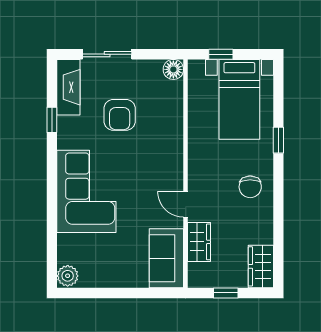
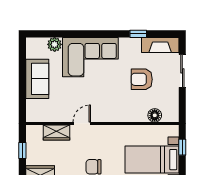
floor lamp: (173, 69) -> (155, 115), moved
sofa: (166, 258) -> (37, 79), moved, turned 90
plant: (68, 276) -> (55, 44), moved

